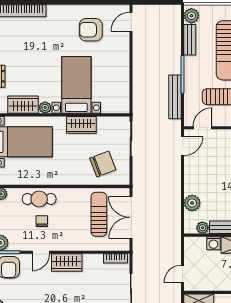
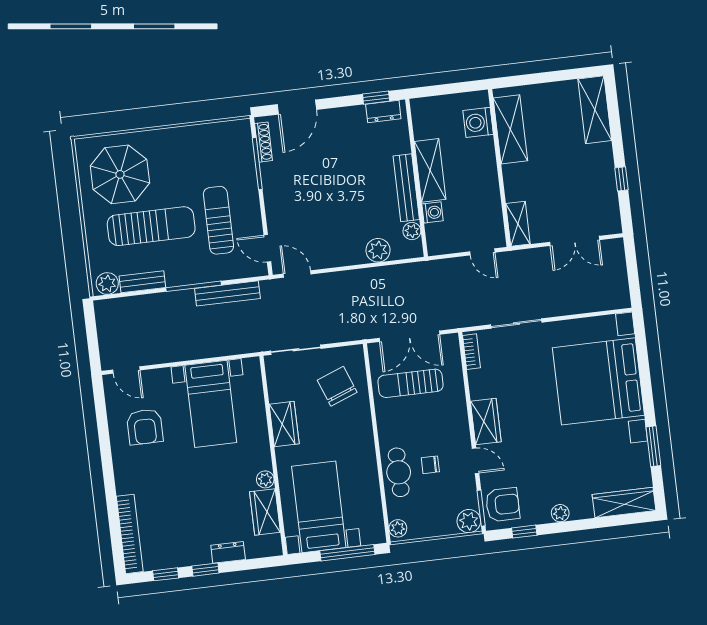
bed with nightstands: (76, 85) -> (211, 404), moved, turned -90

